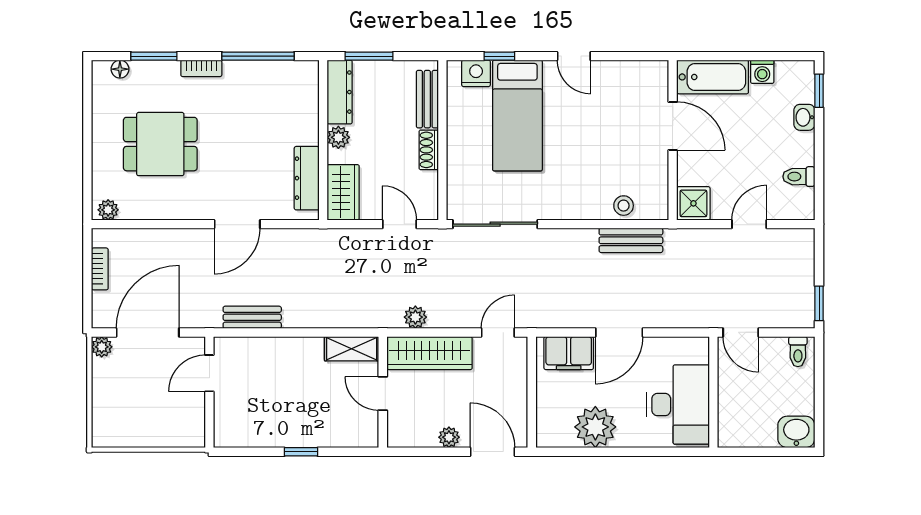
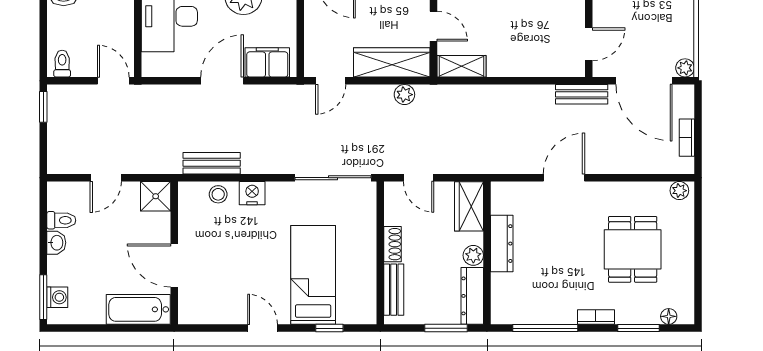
washing machine: (762, 72) -> (57, 297), moved, turned 90
nightstand: (476, 73) -> (252, 193), moved, turned 180
window: (819, 91) -> (43, 297), width x1.50
washbasin: (804, 117) -> (56, 243), moved
dining table: (160, 144) -> (633, 249), turned 90
dresser: (307, 178) -> (502, 244), moved
bench: (252, 317) -> (582, 94), moved
door: (148, 332) -> (644, 81), hinge flipped

